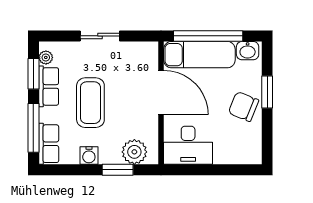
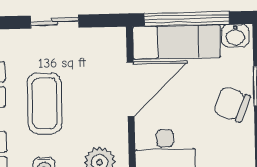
door: (161, 92) -> (131, 89), hinge flipped

